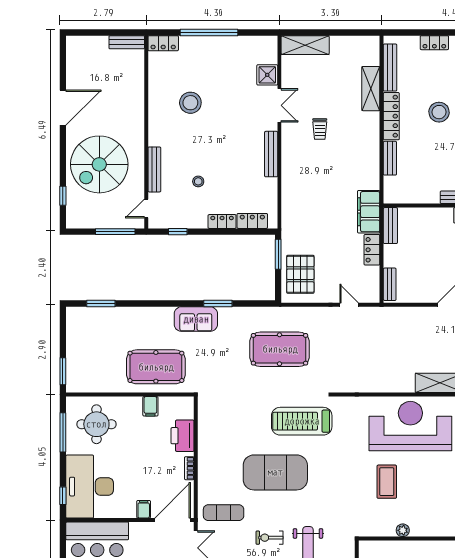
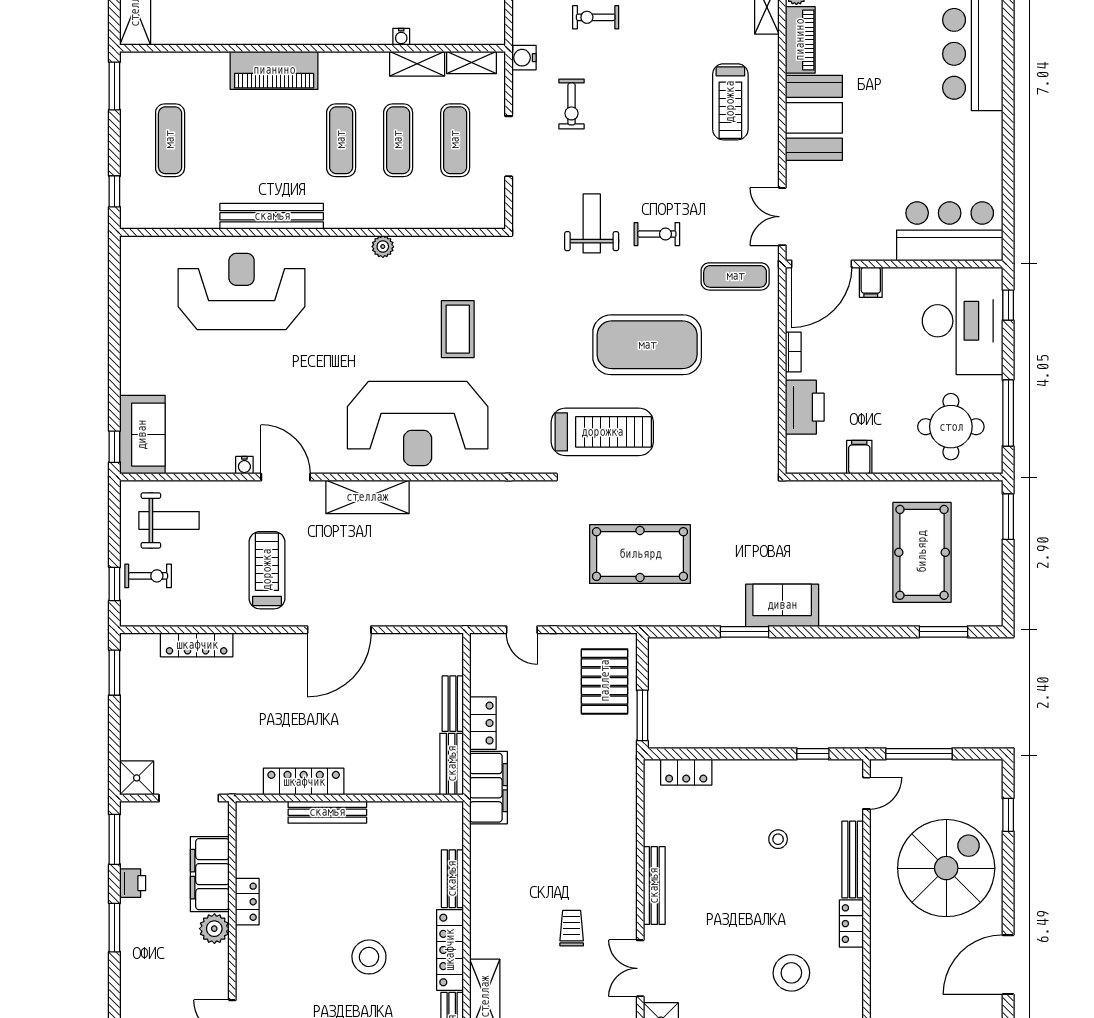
locker: (222, 222) -> (851, 924), moved, turned 90
bench: (390, 284) -> (453, 704), moved
pool table: (156, 367) -> (922, 552), moved, turned 90
plant: (403, 530) -> (383, 247), moved

